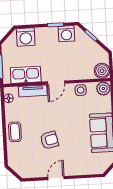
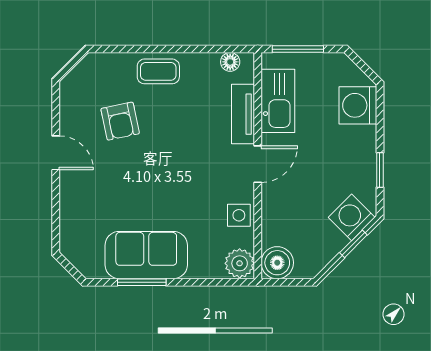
washing machine: (66, 34) -> (352, 217), moved, turned 45
door: (56, 83) -> (258, 164), swing flipped
armchair: (49, 140) -> (120, 121), moved

